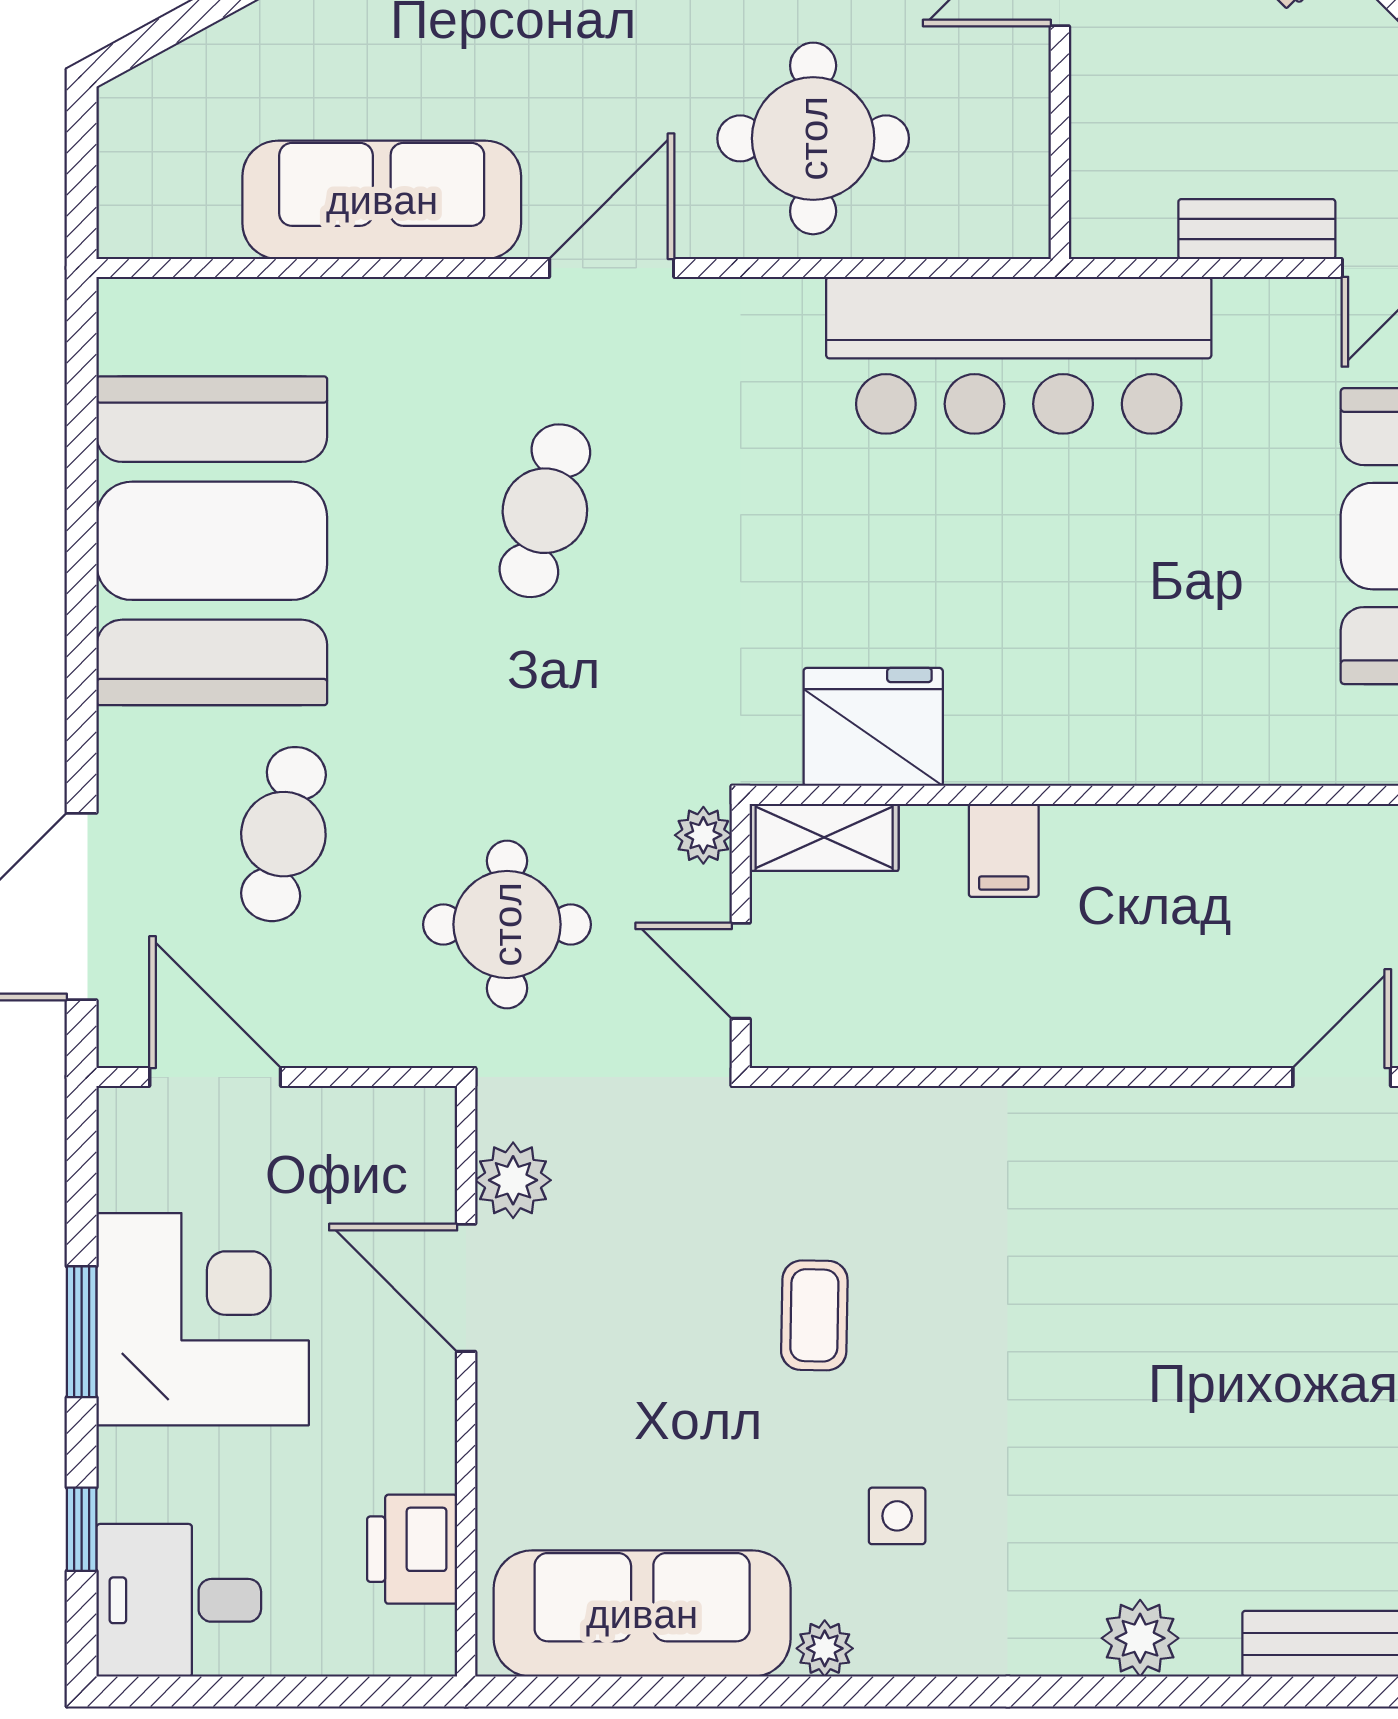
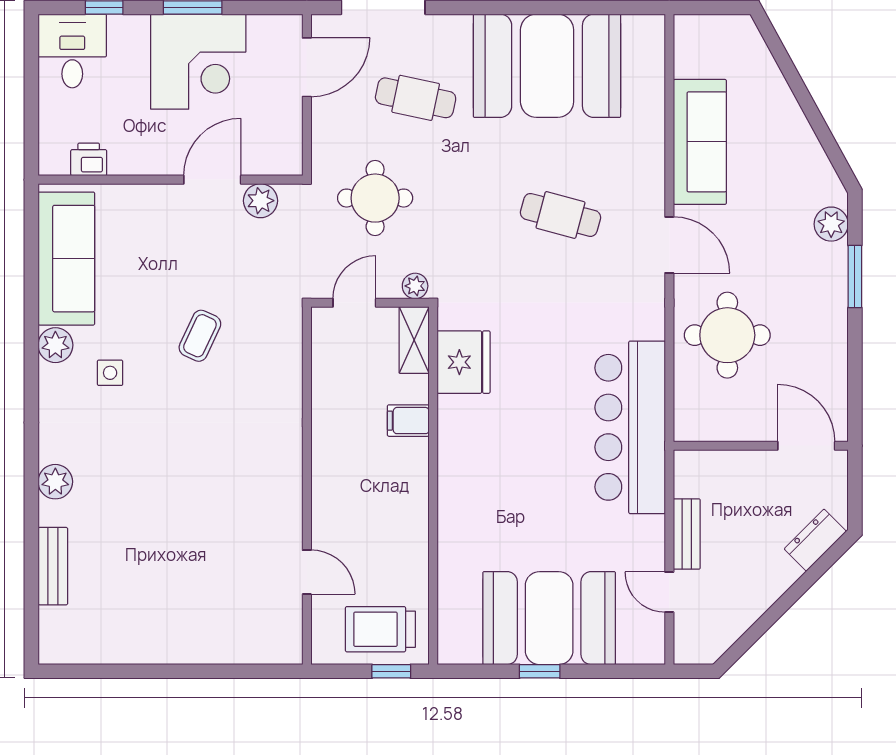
coffee table: (814, 1315) -> (200, 336), turned -66
printer: (412, 1549) -> (89, 159), width x0.73, depth x0.81
plant: (825, 1648) -> (55, 345), width x1.38, depth x1.38

